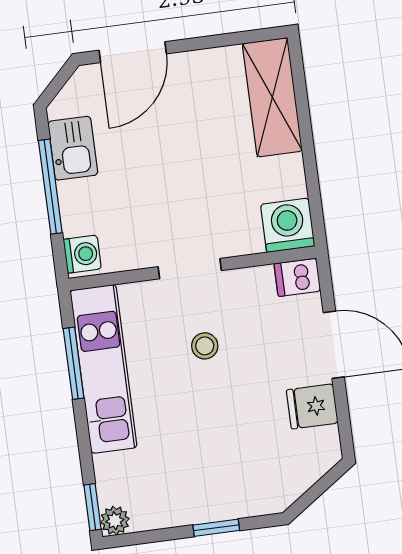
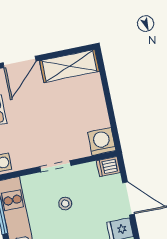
shelving: (272, 97) -> (69, 66), moved, turned 90

